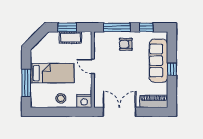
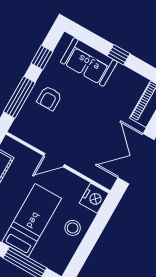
sofa: (159, 61) -> (89, 62), width x0.73

